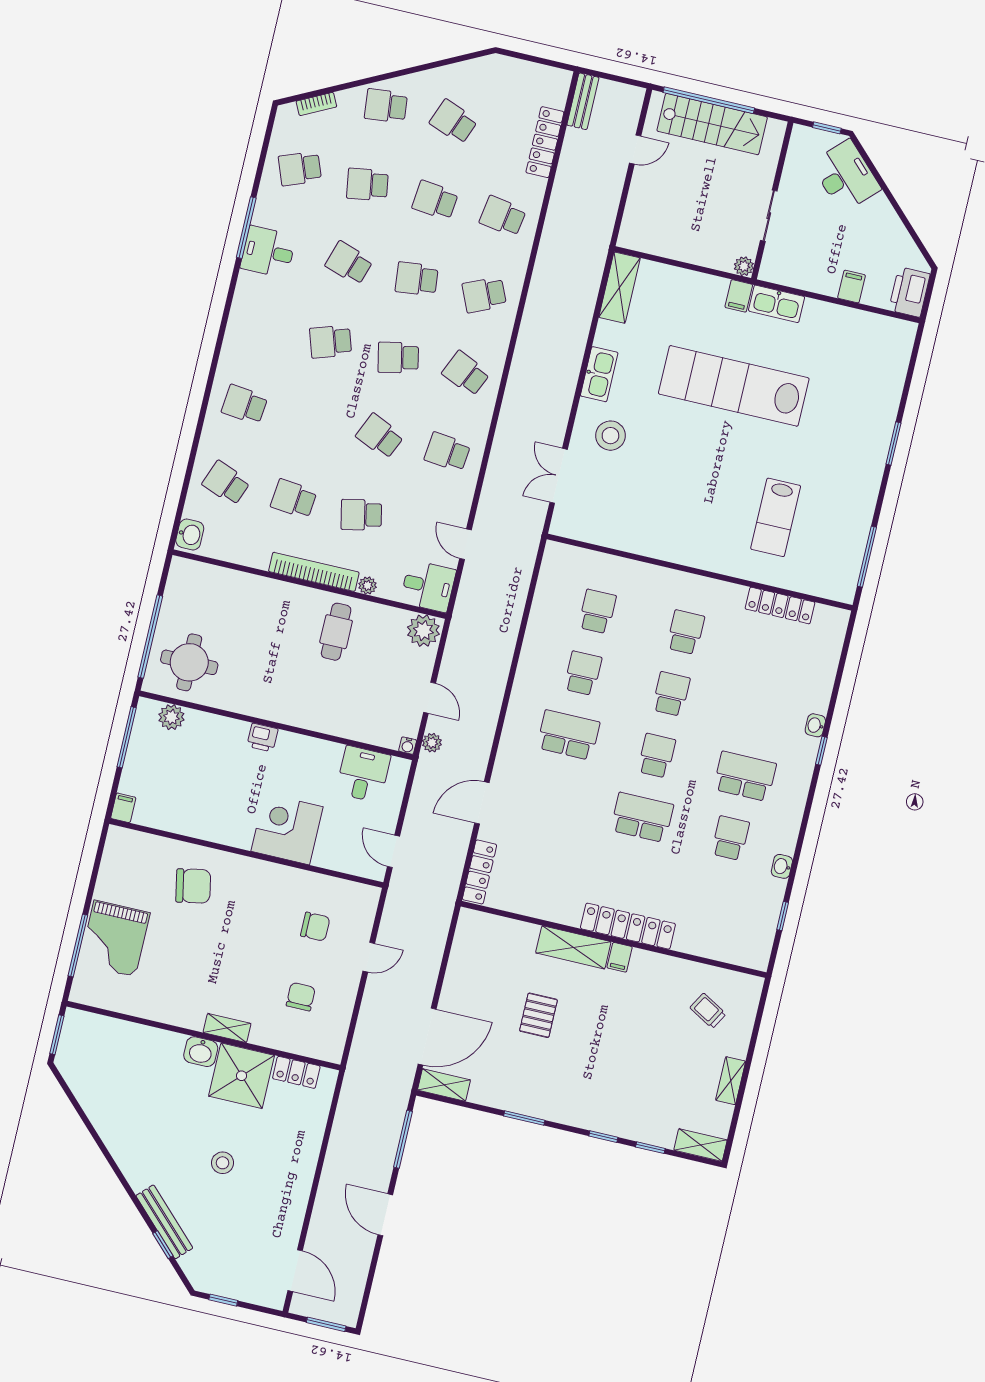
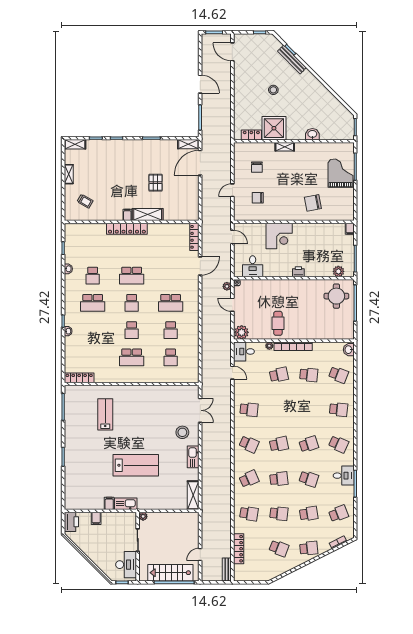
desk: (846, 176) -> (126, 565), moved, turned -135
filing cabinet: (739, 296) -> (109, 503), moved
lab bench: (734, 386) -> (136, 465), width x0.73
school desk: (380, 436) -> (339, 444), moved
locker: (780, 606) -> (79, 378), moved
school desk: (686, 632) -> (132, 357), width x1.85
washbasin: (201, 1052) -> (312, 134), moved

